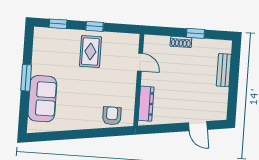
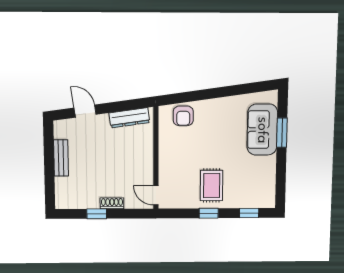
door: (140, 62) -> (156, 195), moved
bench: (224, 70) -> (61, 158), moved
window: (26, 78) -> (282, 133), moved
dresser: (146, 104) -> (129, 118), moved, turned -98

